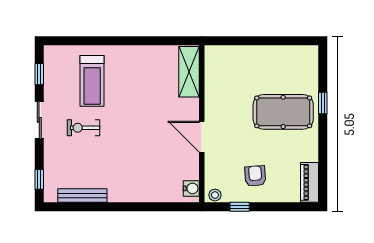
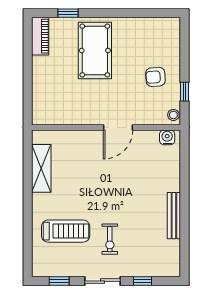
shelving: (189, 72) -> (41, 168), moved, turned 90
window: (323, 103) -> (68, 13), moved
window: (39, 179) -> (143, 281), moved
piano: (309, 182) -> (40, 36), moved, turned -90
bench: (82, 196) -> (174, 216), moved

